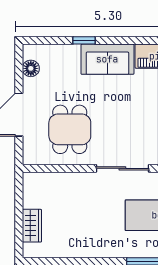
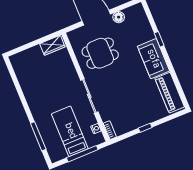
floor lamp: (31, 68) -> (119, 17), moved
wardrobe: (32, 226) -> (52, 45), moved

